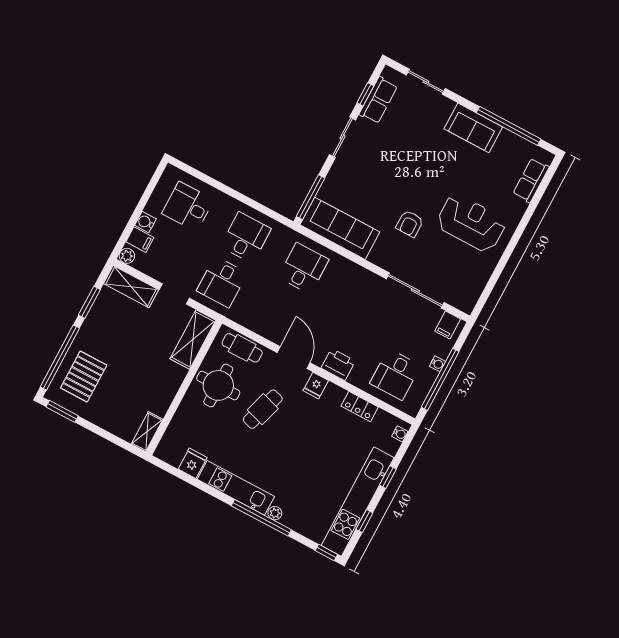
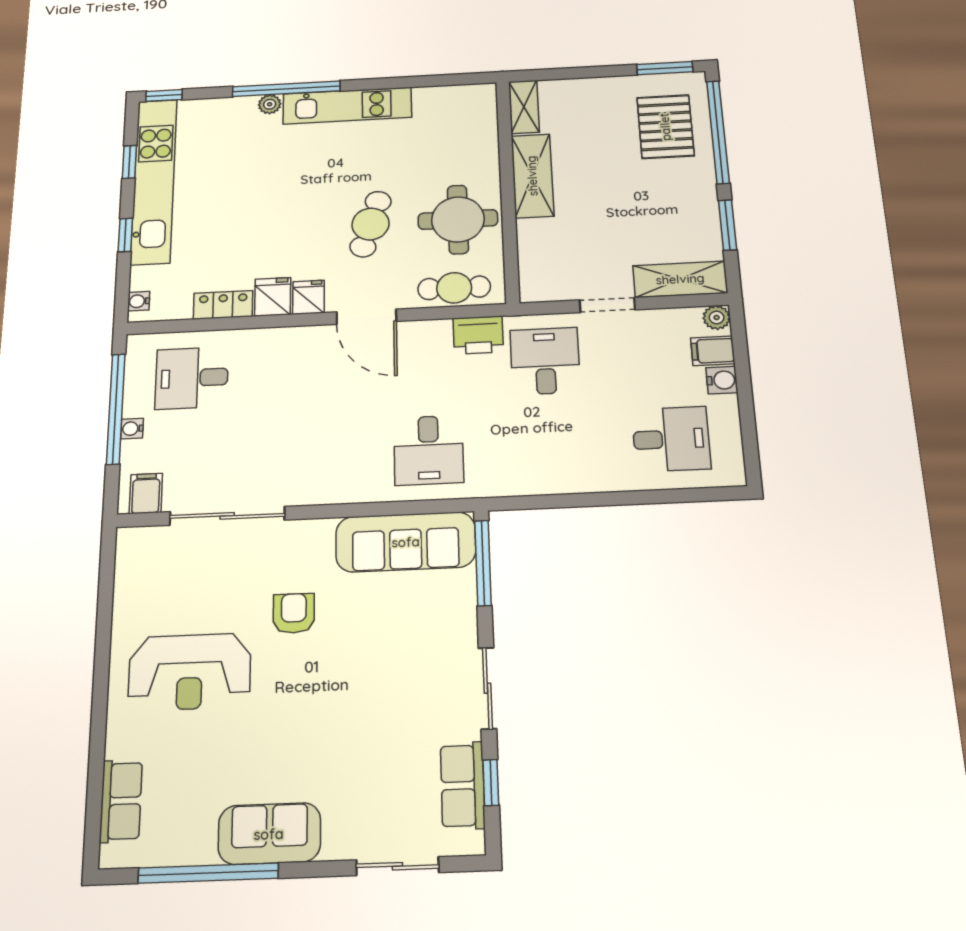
desk: (246, 237) -> (550, 445), removed
shelving: (193, 340) -> (532, 176), moved
printer: (338, 364) -> (478, 335), moved
desk: (395, 374) -> (192, 378), turned -90
fridge: (193, 463) -> (273, 297), moved, turned 180

